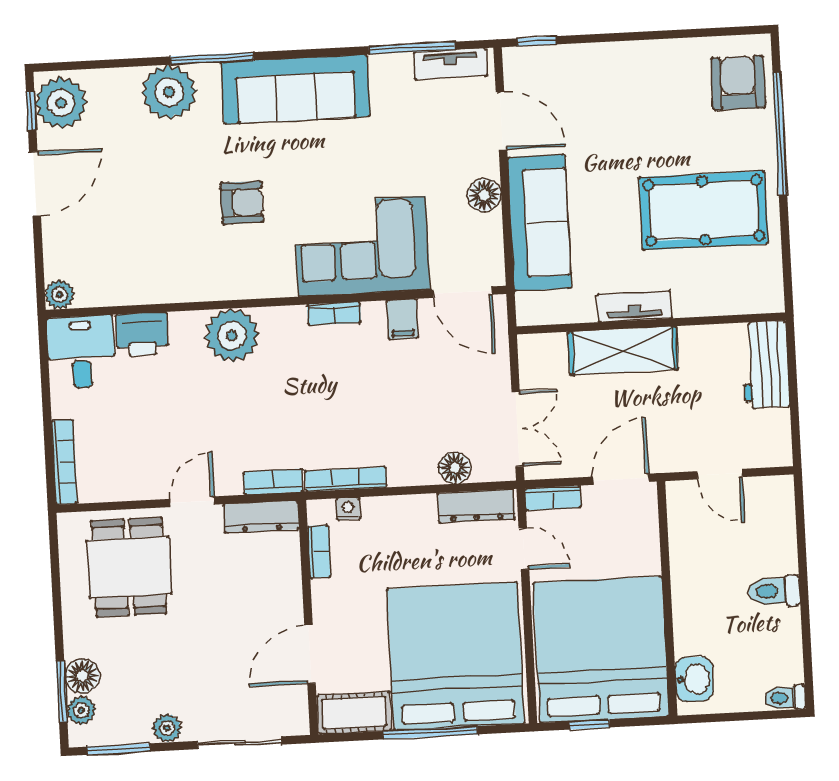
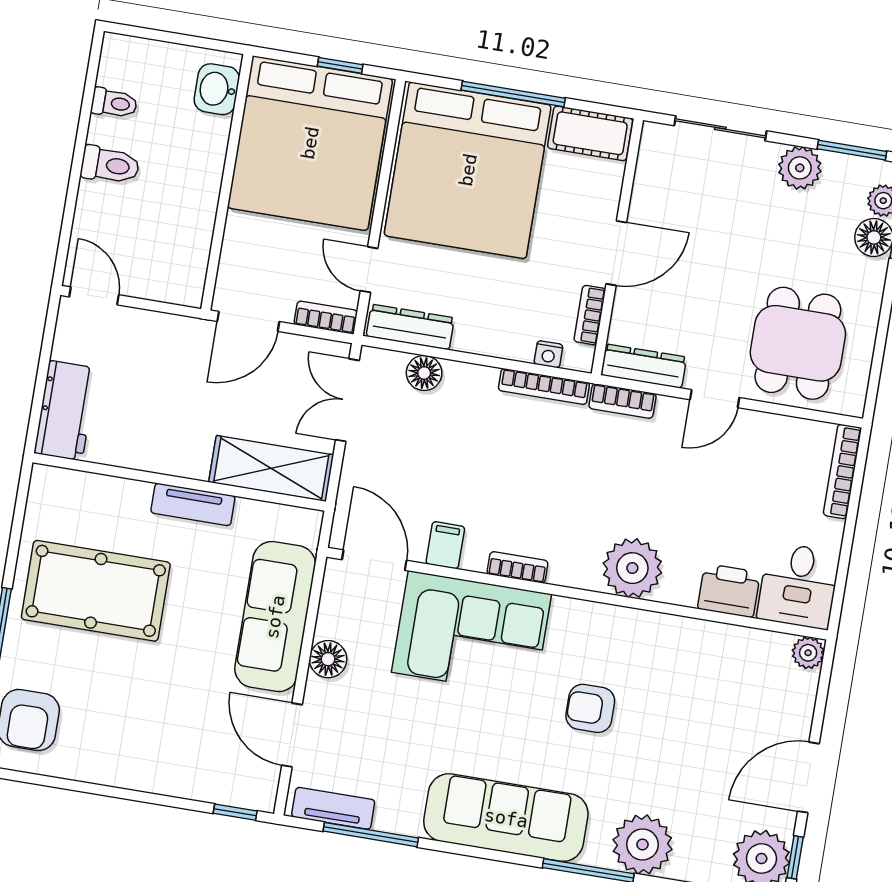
shelving: (623, 351) -> (271, 468), moved
door: (720, 474) -> (94, 296), moved
door: (310, 654) -> (616, 253), moved
toilet: (785, 698) -> (114, 103), moved
plant: (167, 728) -> (800, 168), width x1.38, depth x1.38

